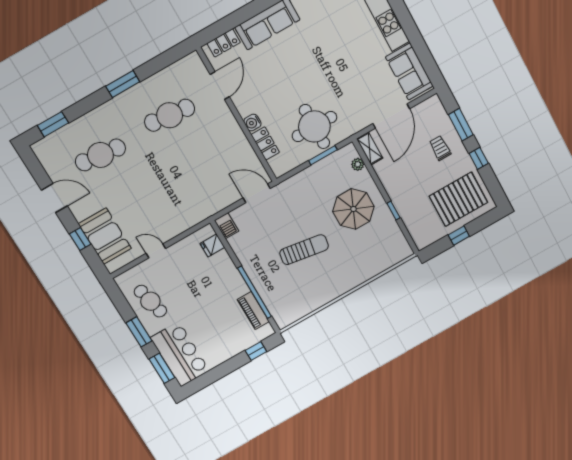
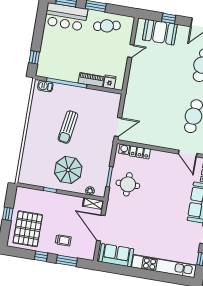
water cooler: (252, 123) -> (124, 149), moved
round table: (314, 127) -> (128, 184), width x0.73, depth x0.73
barbecue: (226, 226) -> (45, 86), moved
piano: (253, 311) -> (91, 80), moved

